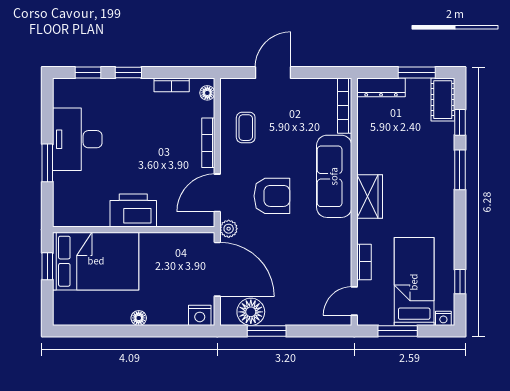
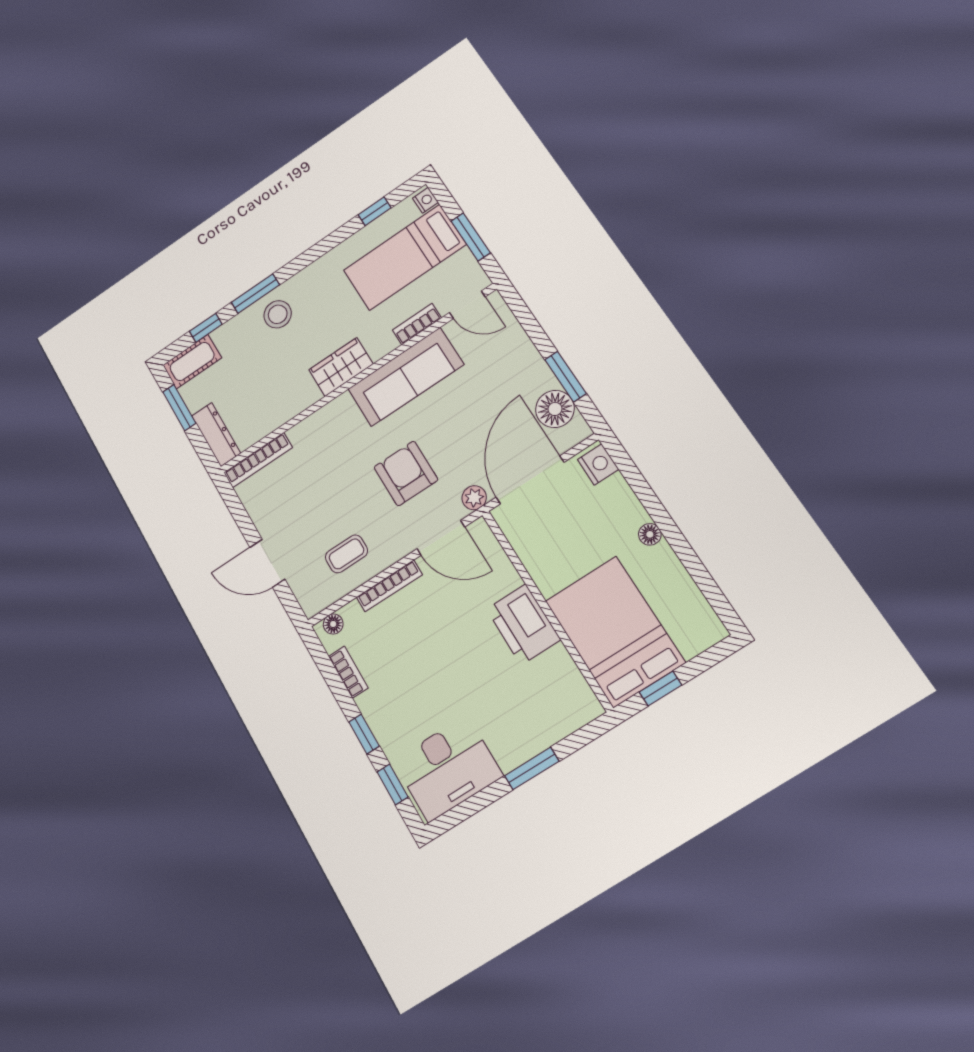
desk: (77, 139) -> (448, 768), moved
sofa: (334, 176) -> (406, 377), moved
stool: (435, 176) -> (278, 314), added

